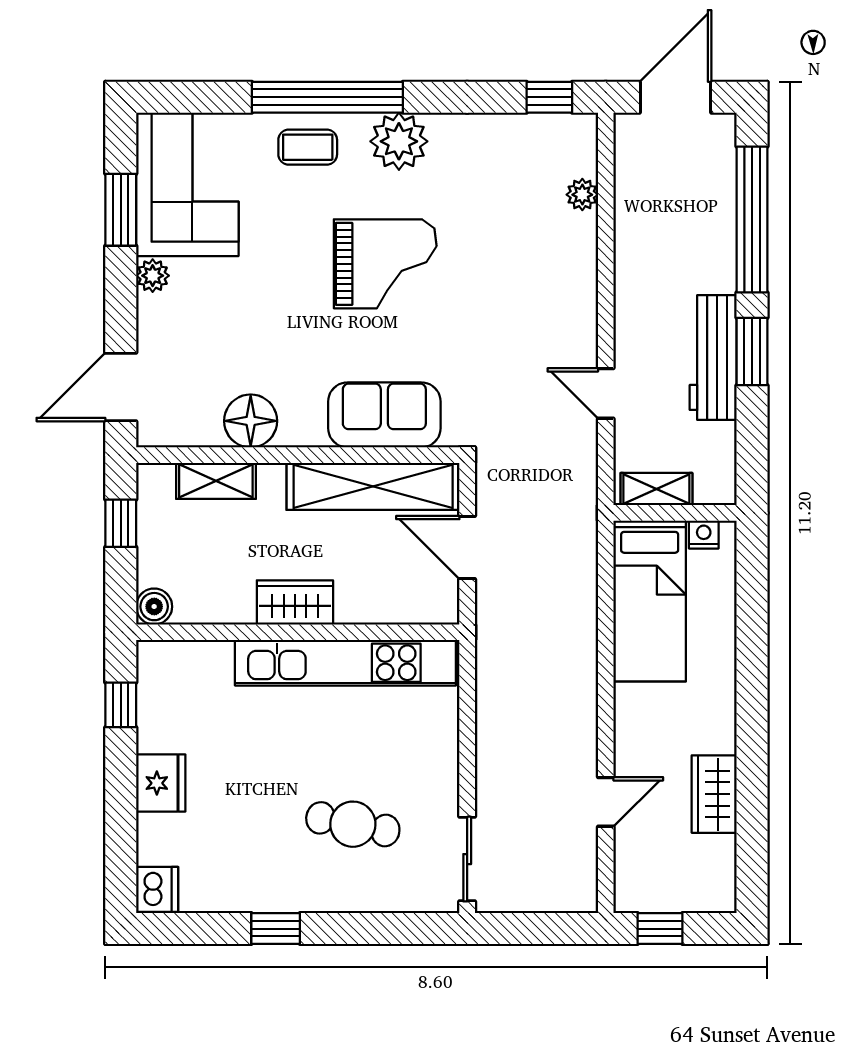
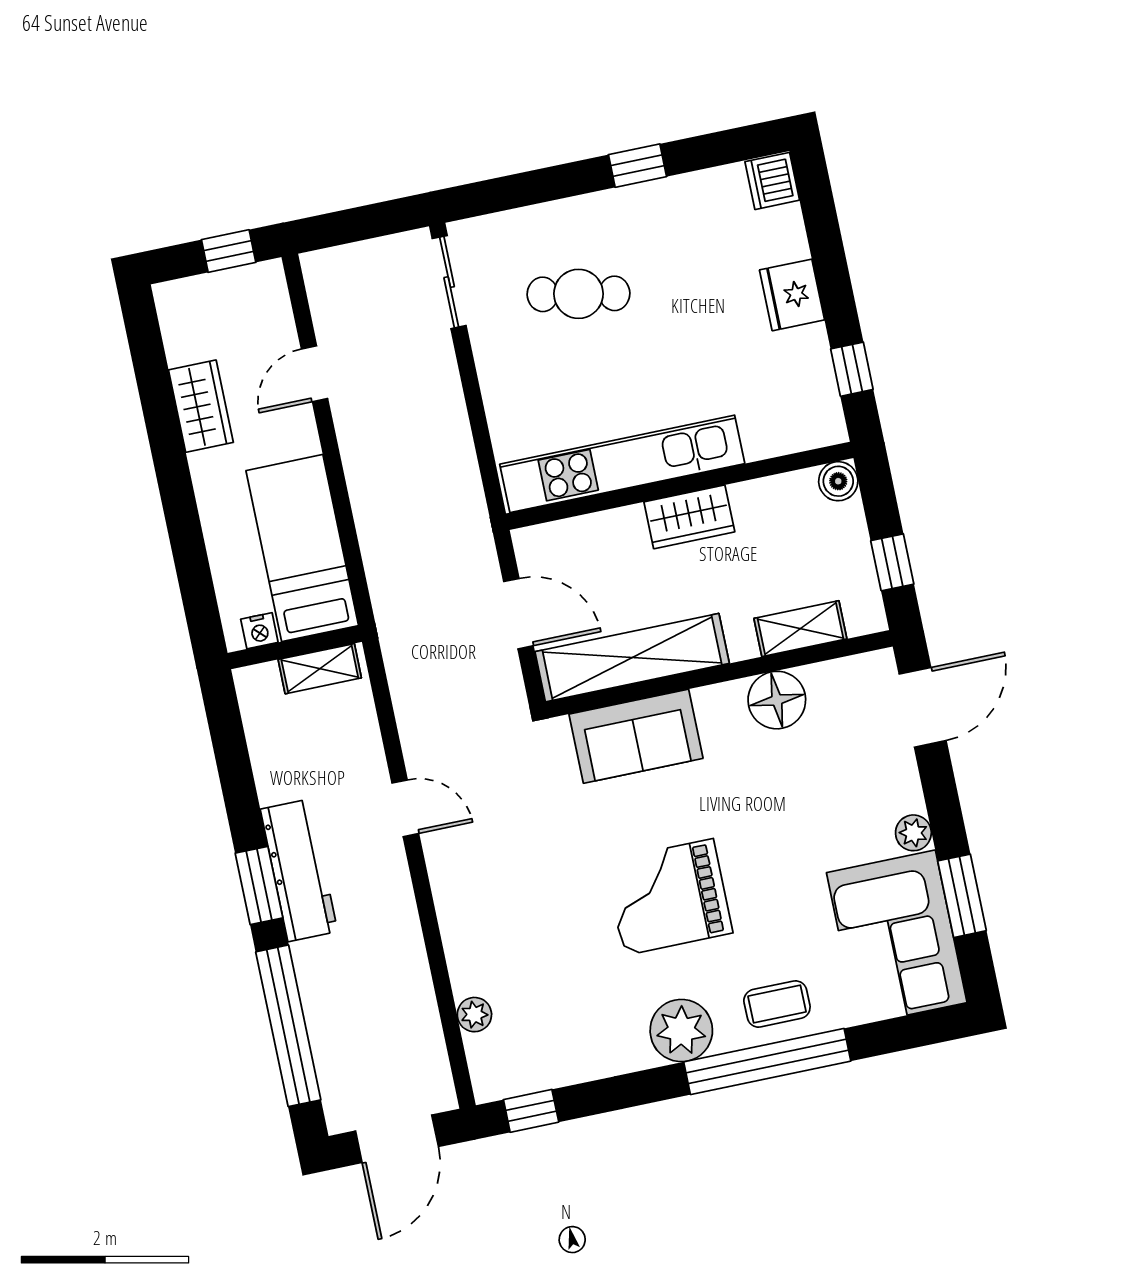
shelving: (656, 489) -> (320, 669), moved
wall: (675, 513) -> (295, 647), moved
nightstand: (704, 535) -> (259, 631), moved
bed: (650, 601) -> (302, 548), moved

